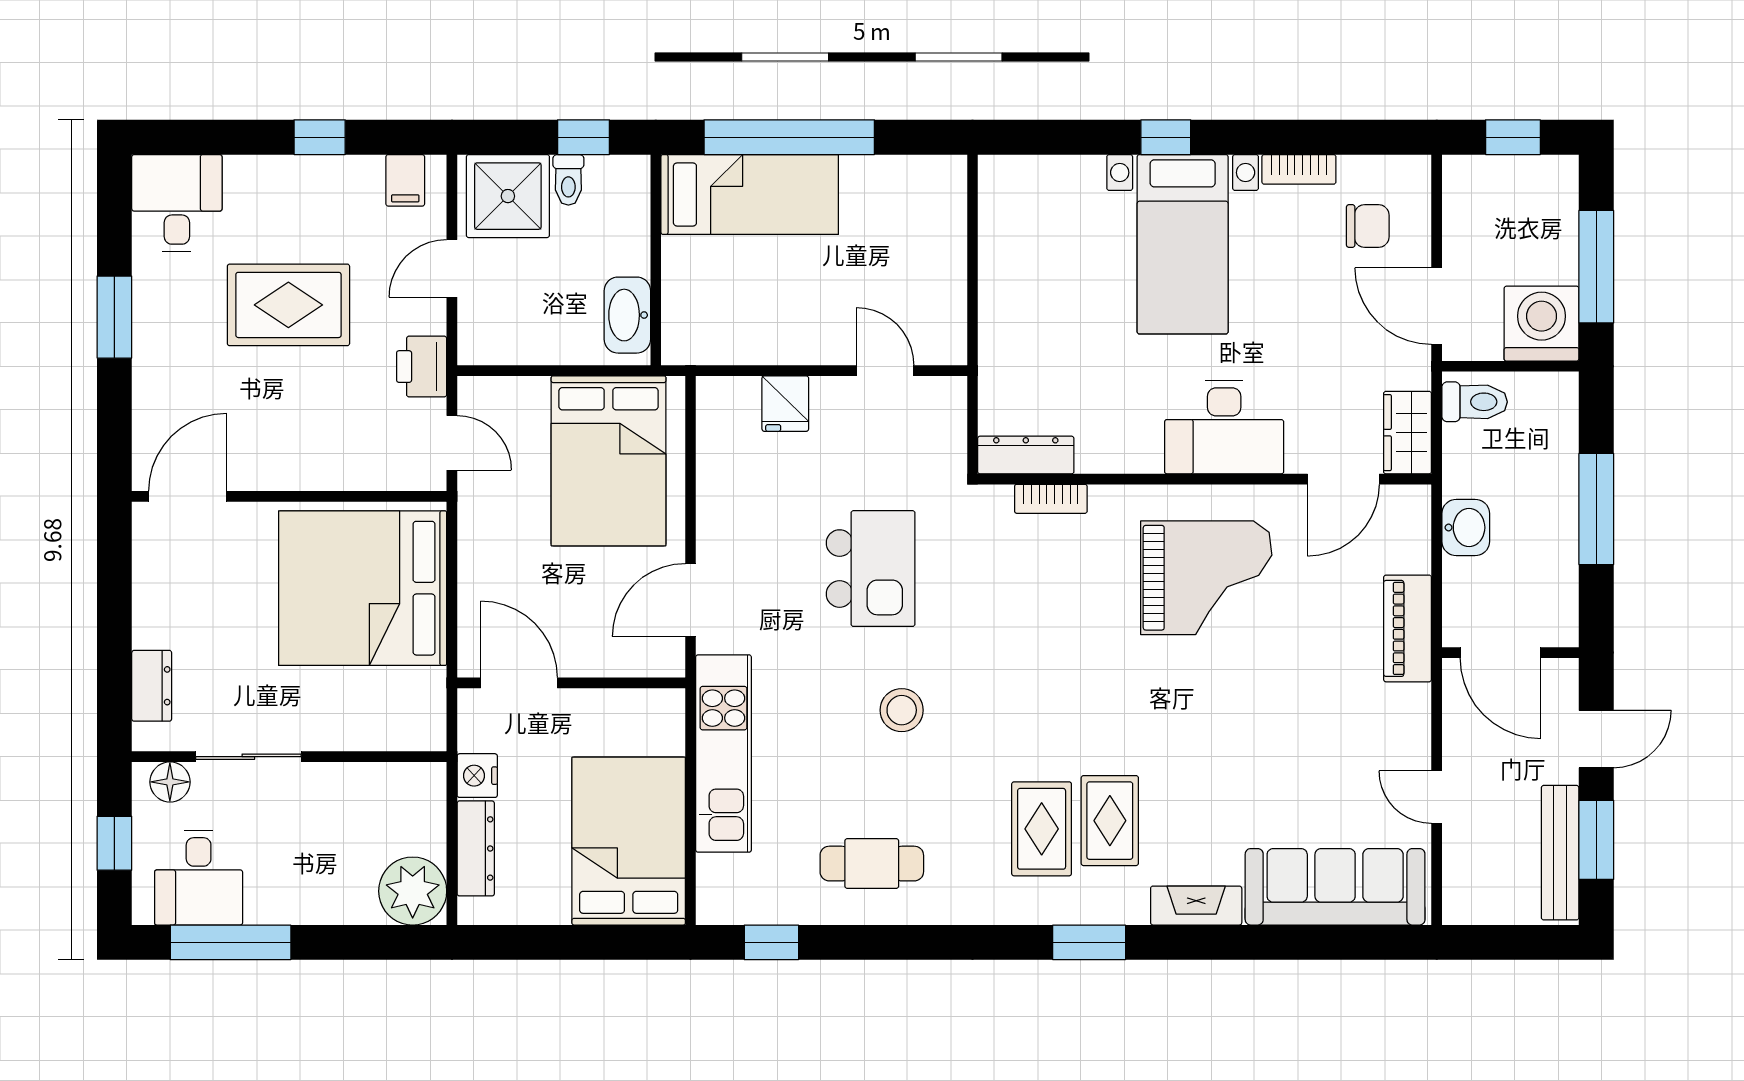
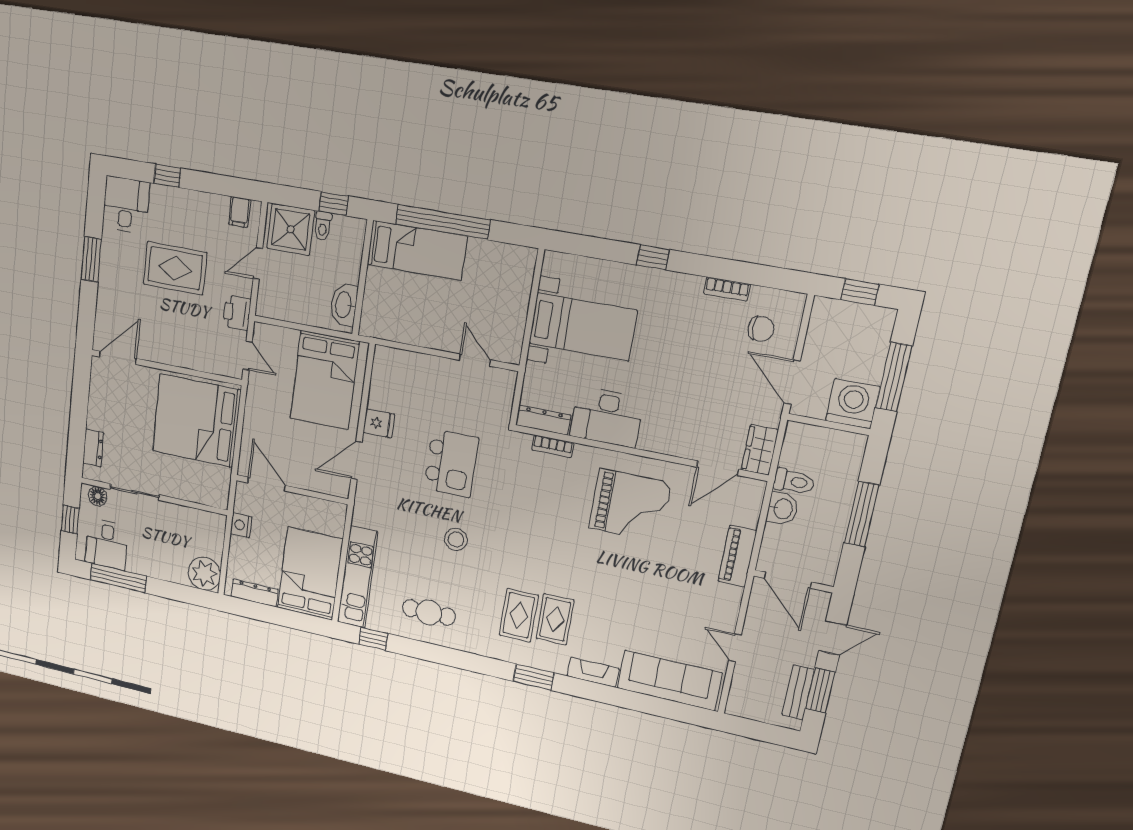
window: (320, 137) -> (167, 176), moved
bed with nightstands: (1183, 244) -> (583, 327), moved, turned -90
toilet: (1475, 402) -> (794, 482), moved
fridge: (785, 404) -> (379, 423), moved, turned -90
desk: (1224, 427) -> (607, 417), moved
kitchen unit: (724, 754) -> (358, 577), moved
dresser: (476, 848) -> (255, 593), moved, turned -90
bench: (1560, 853) -> (798, 692), width x0.73

